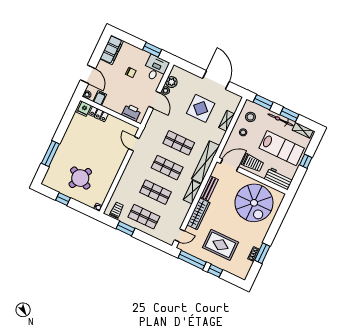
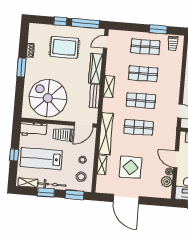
shelving: (206, 162) -> (106, 134), moved
window: (262, 253) -> (21, 67), moved

